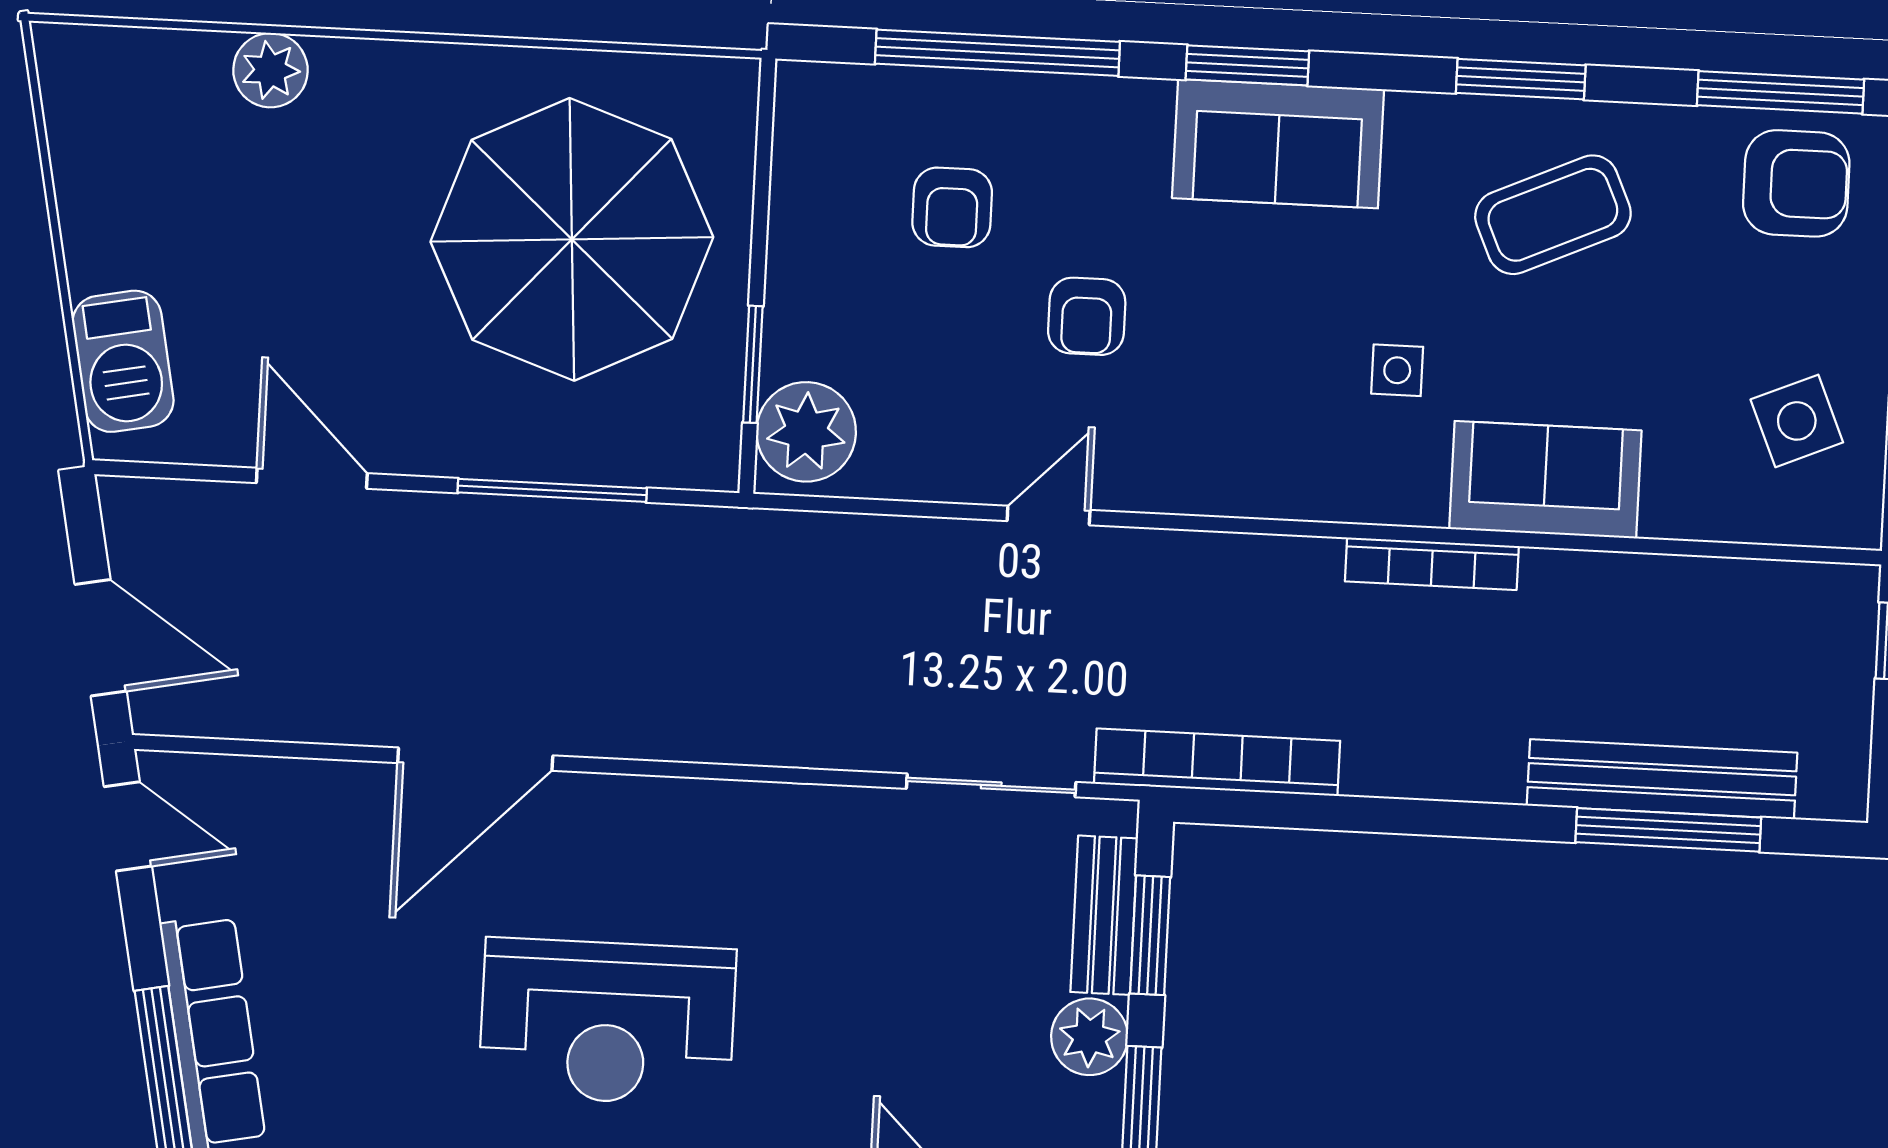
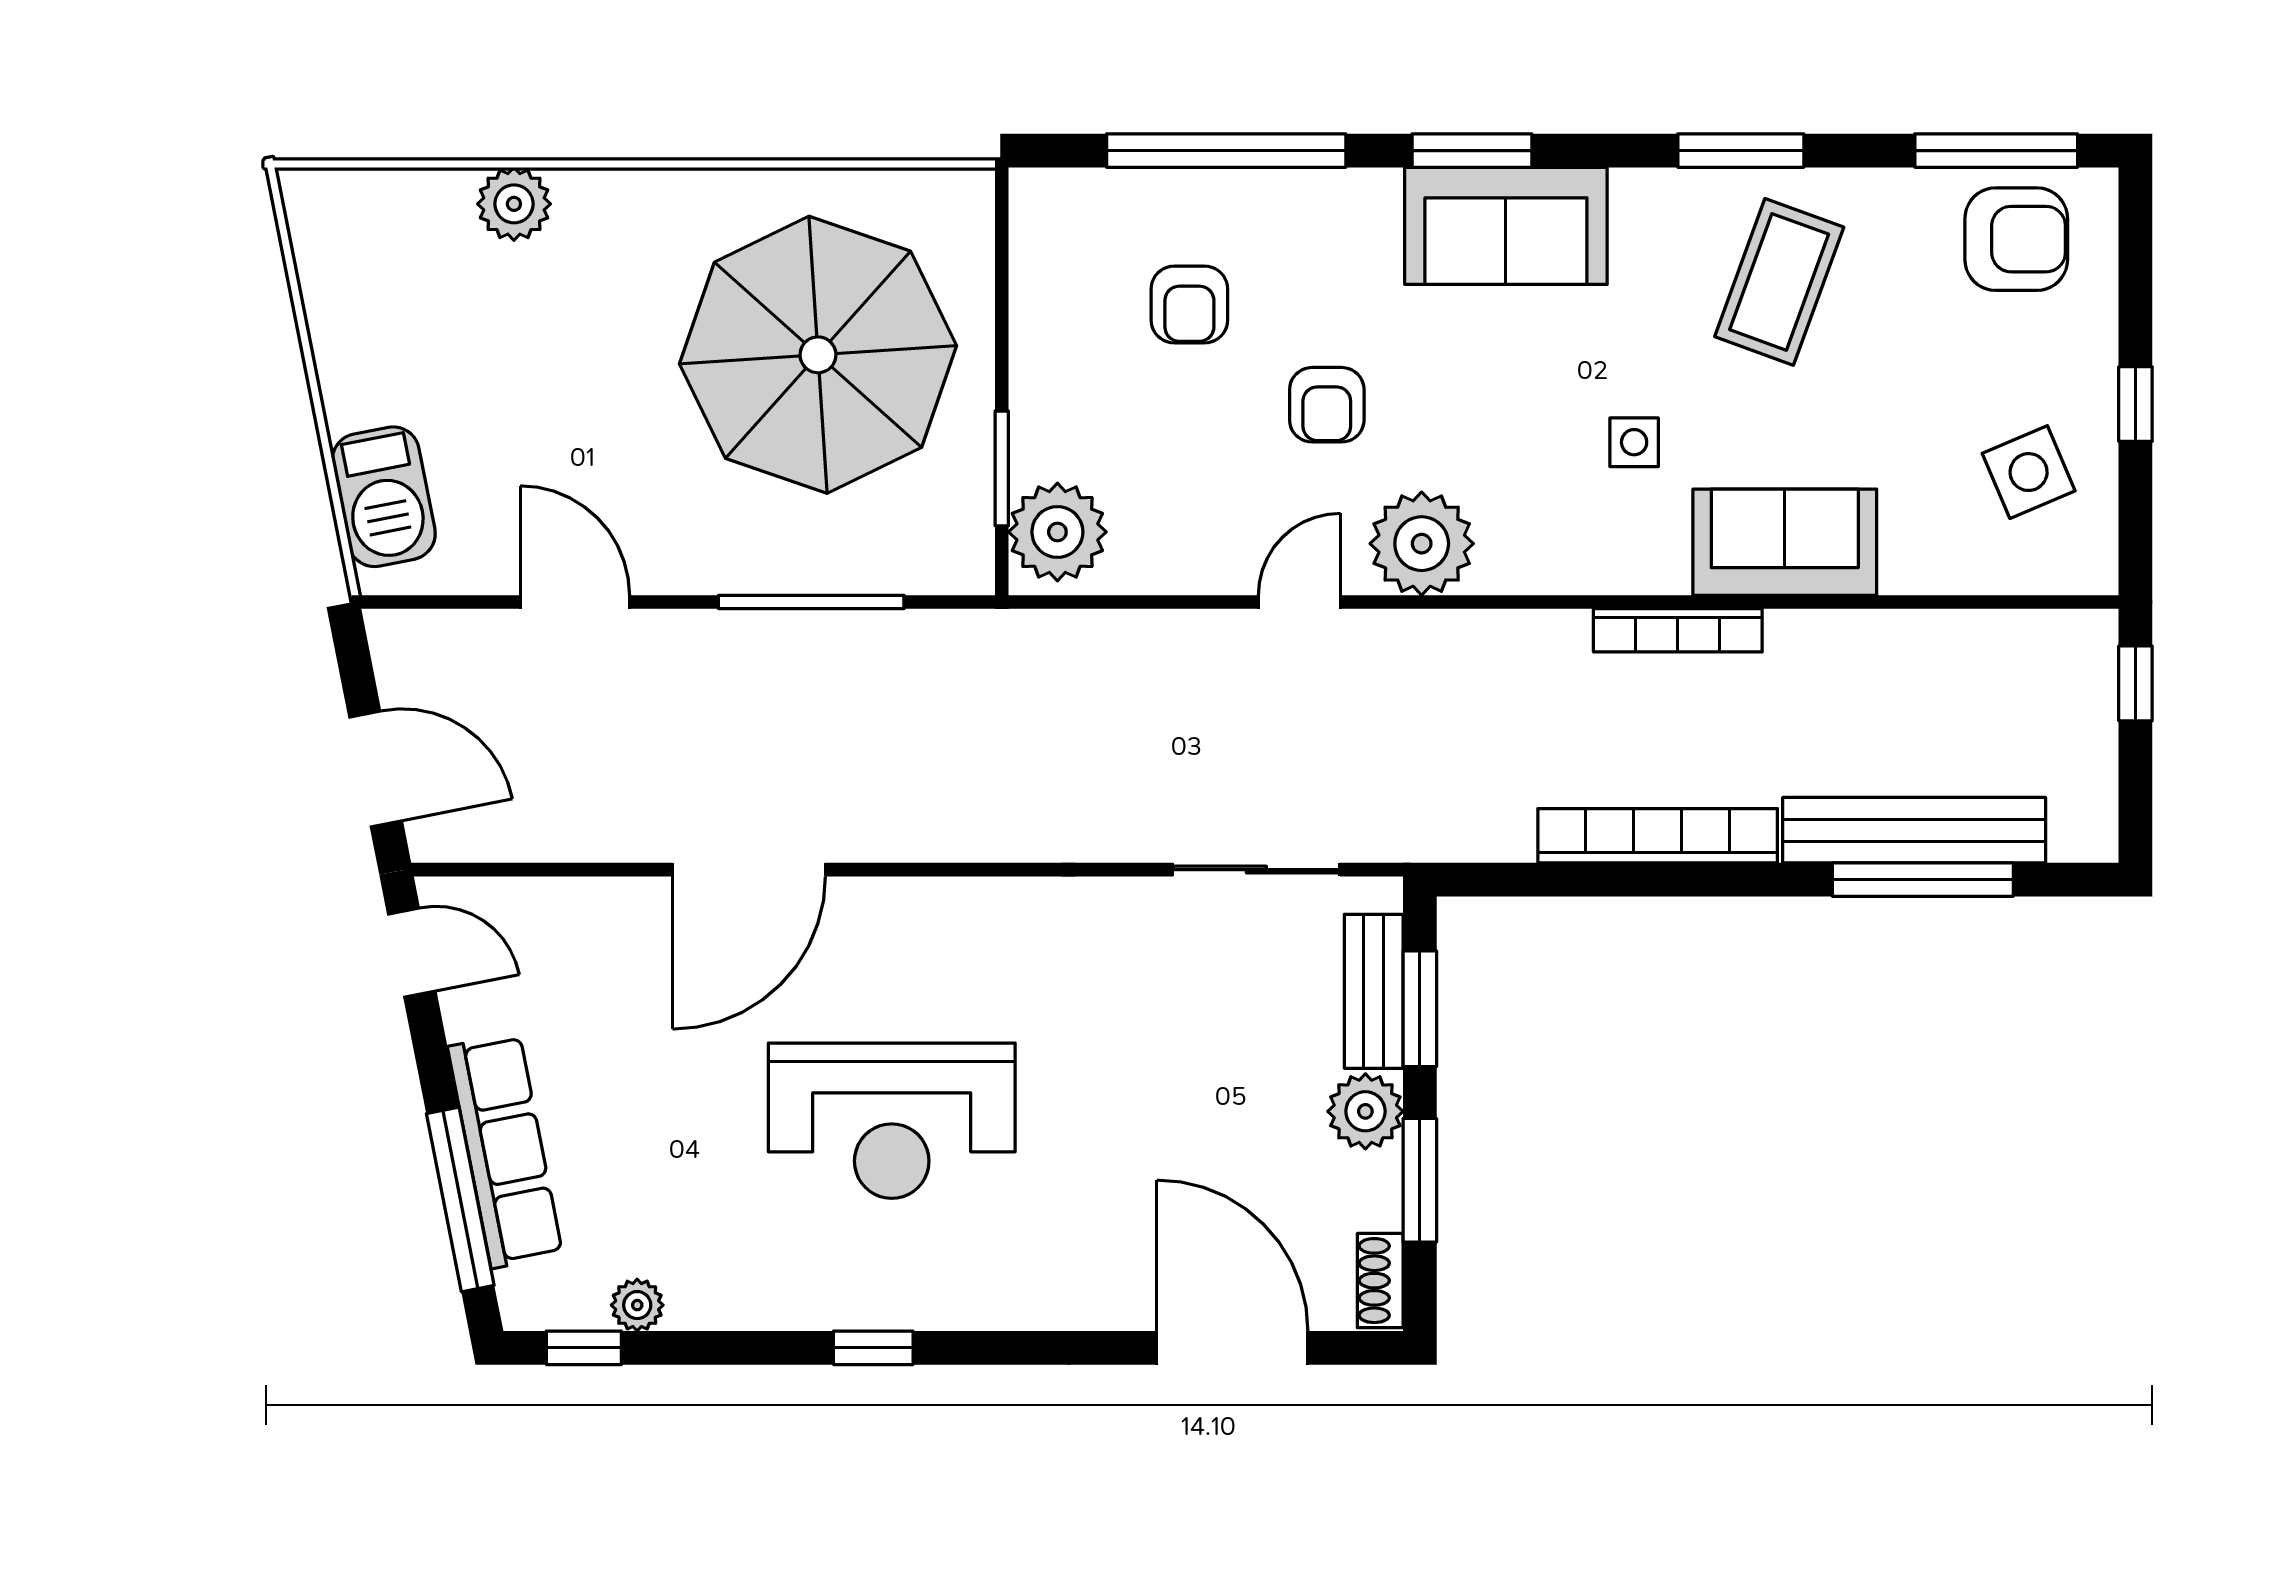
coffee table: (1553, 215) -> (1779, 282), turned -46
plant: (1176, 462) -> (1422, 544), added
bookcase: (1217, 762) -> (1658, 836), moved

